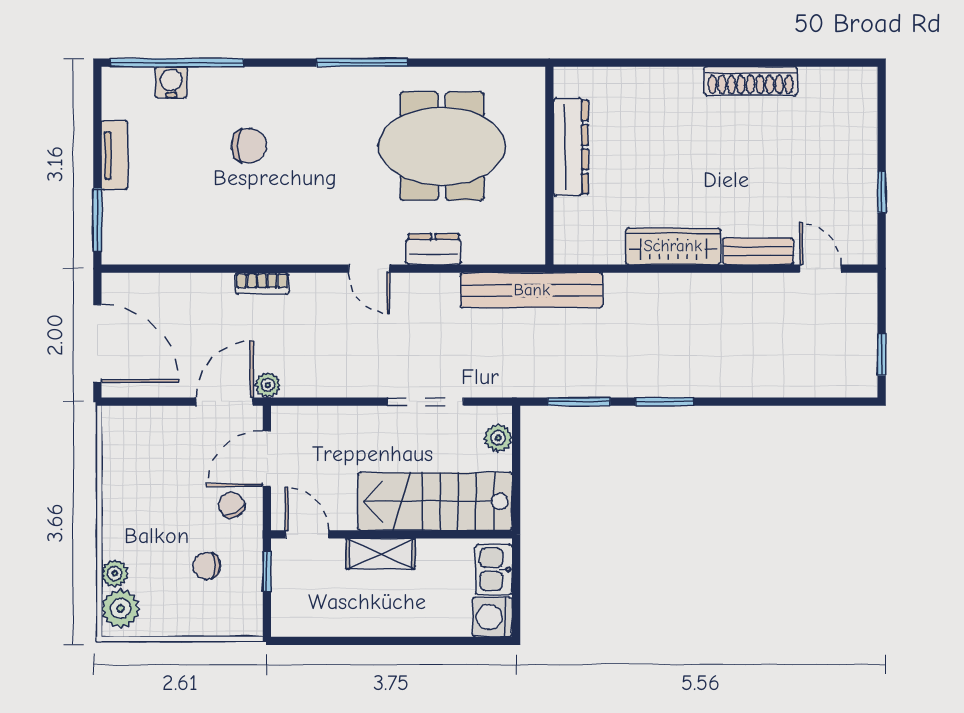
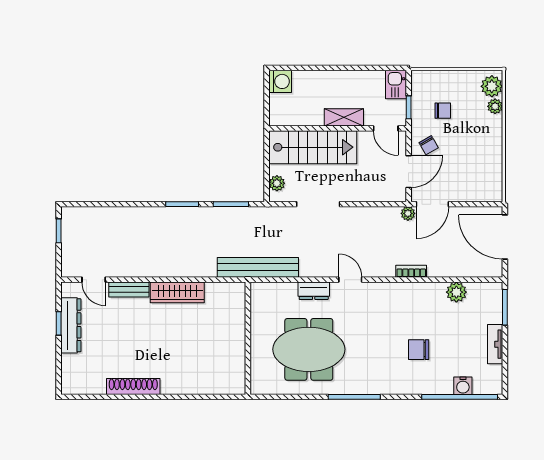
dresser: (571, 147) -> (71, 325), moved, turned 180
plant: (183, 247) -> (456, 292), added
kitchen sink: (494, 569) -> (396, 84), moved, turned 180

